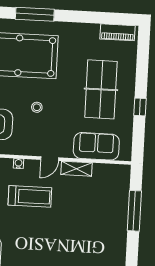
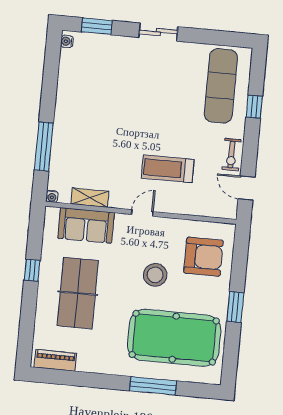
stool: (37, 107) -> (155, 275), width x1.89, depth x1.89
water cooler: (18, 164) -> (52, 196), moved
shelving: (77, 169) -> (90, 198), moved

